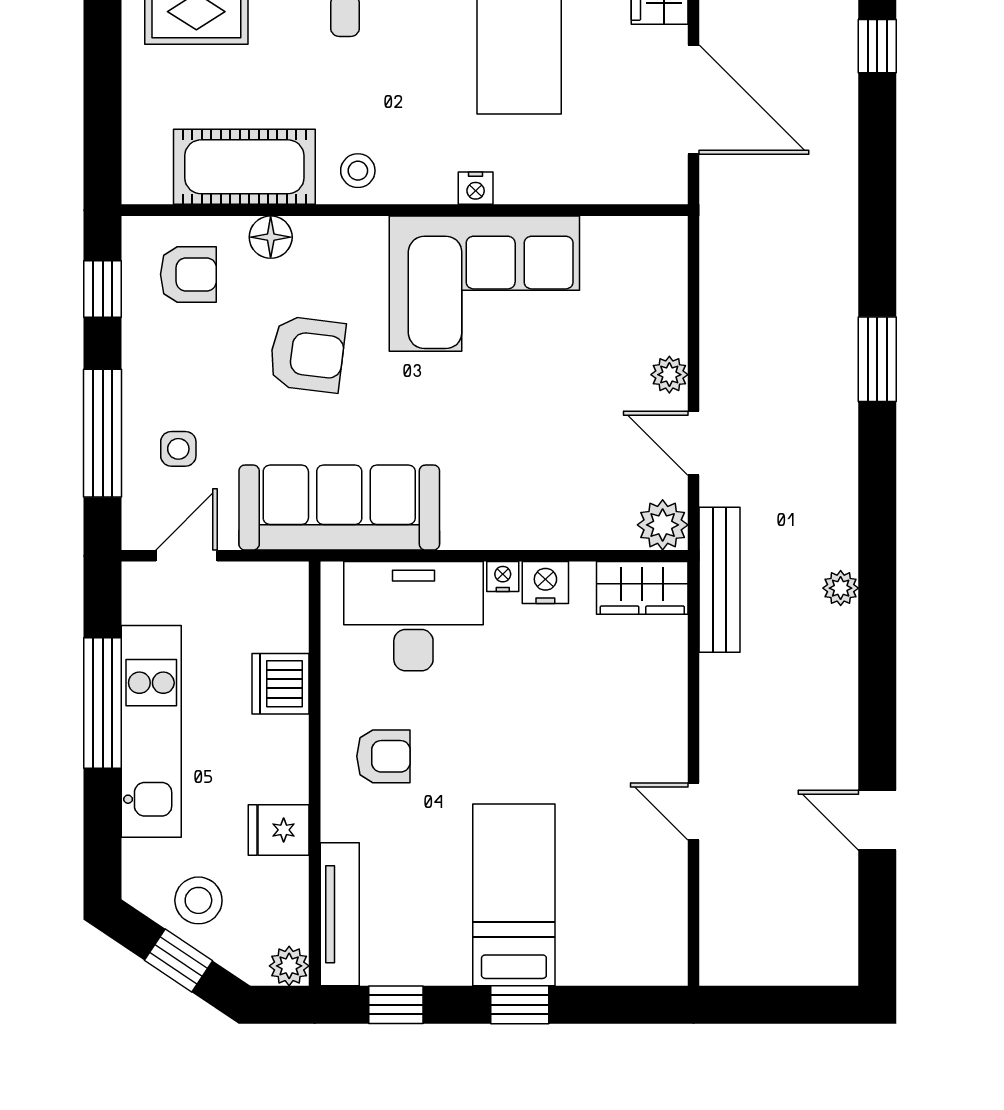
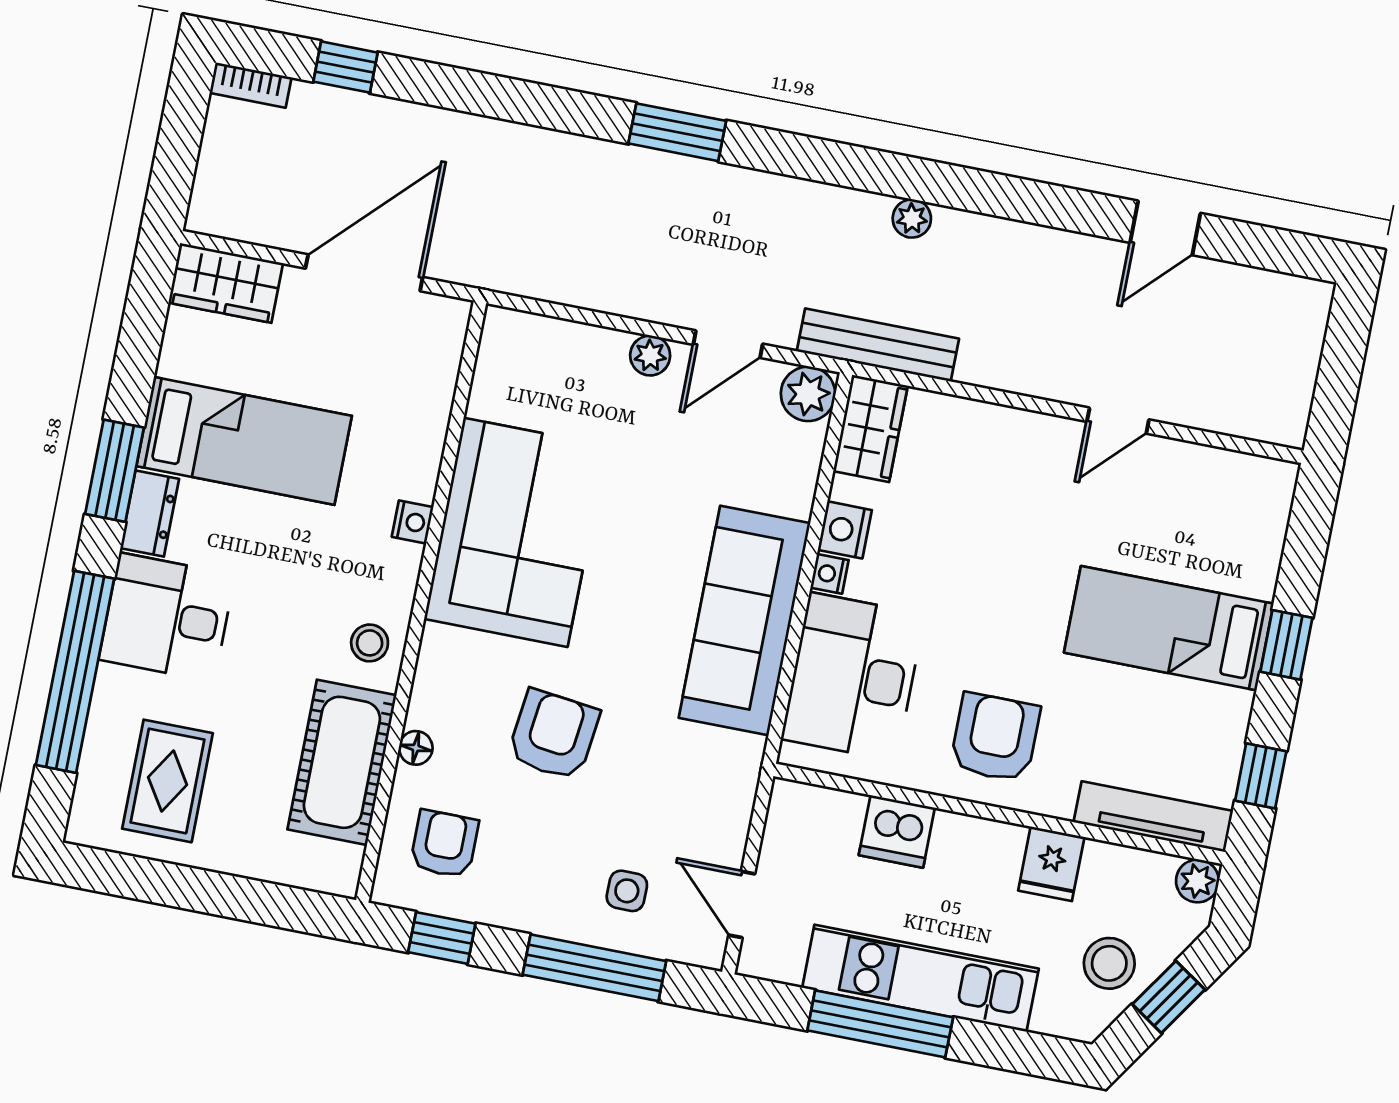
floor lamp: (271, 237) -> (416, 748), width x0.73, depth x0.73
sofa: (339, 508) -> (744, 621), moved
armchair: (383, 756) -> (995, 737), width x1.38, depth x1.38

